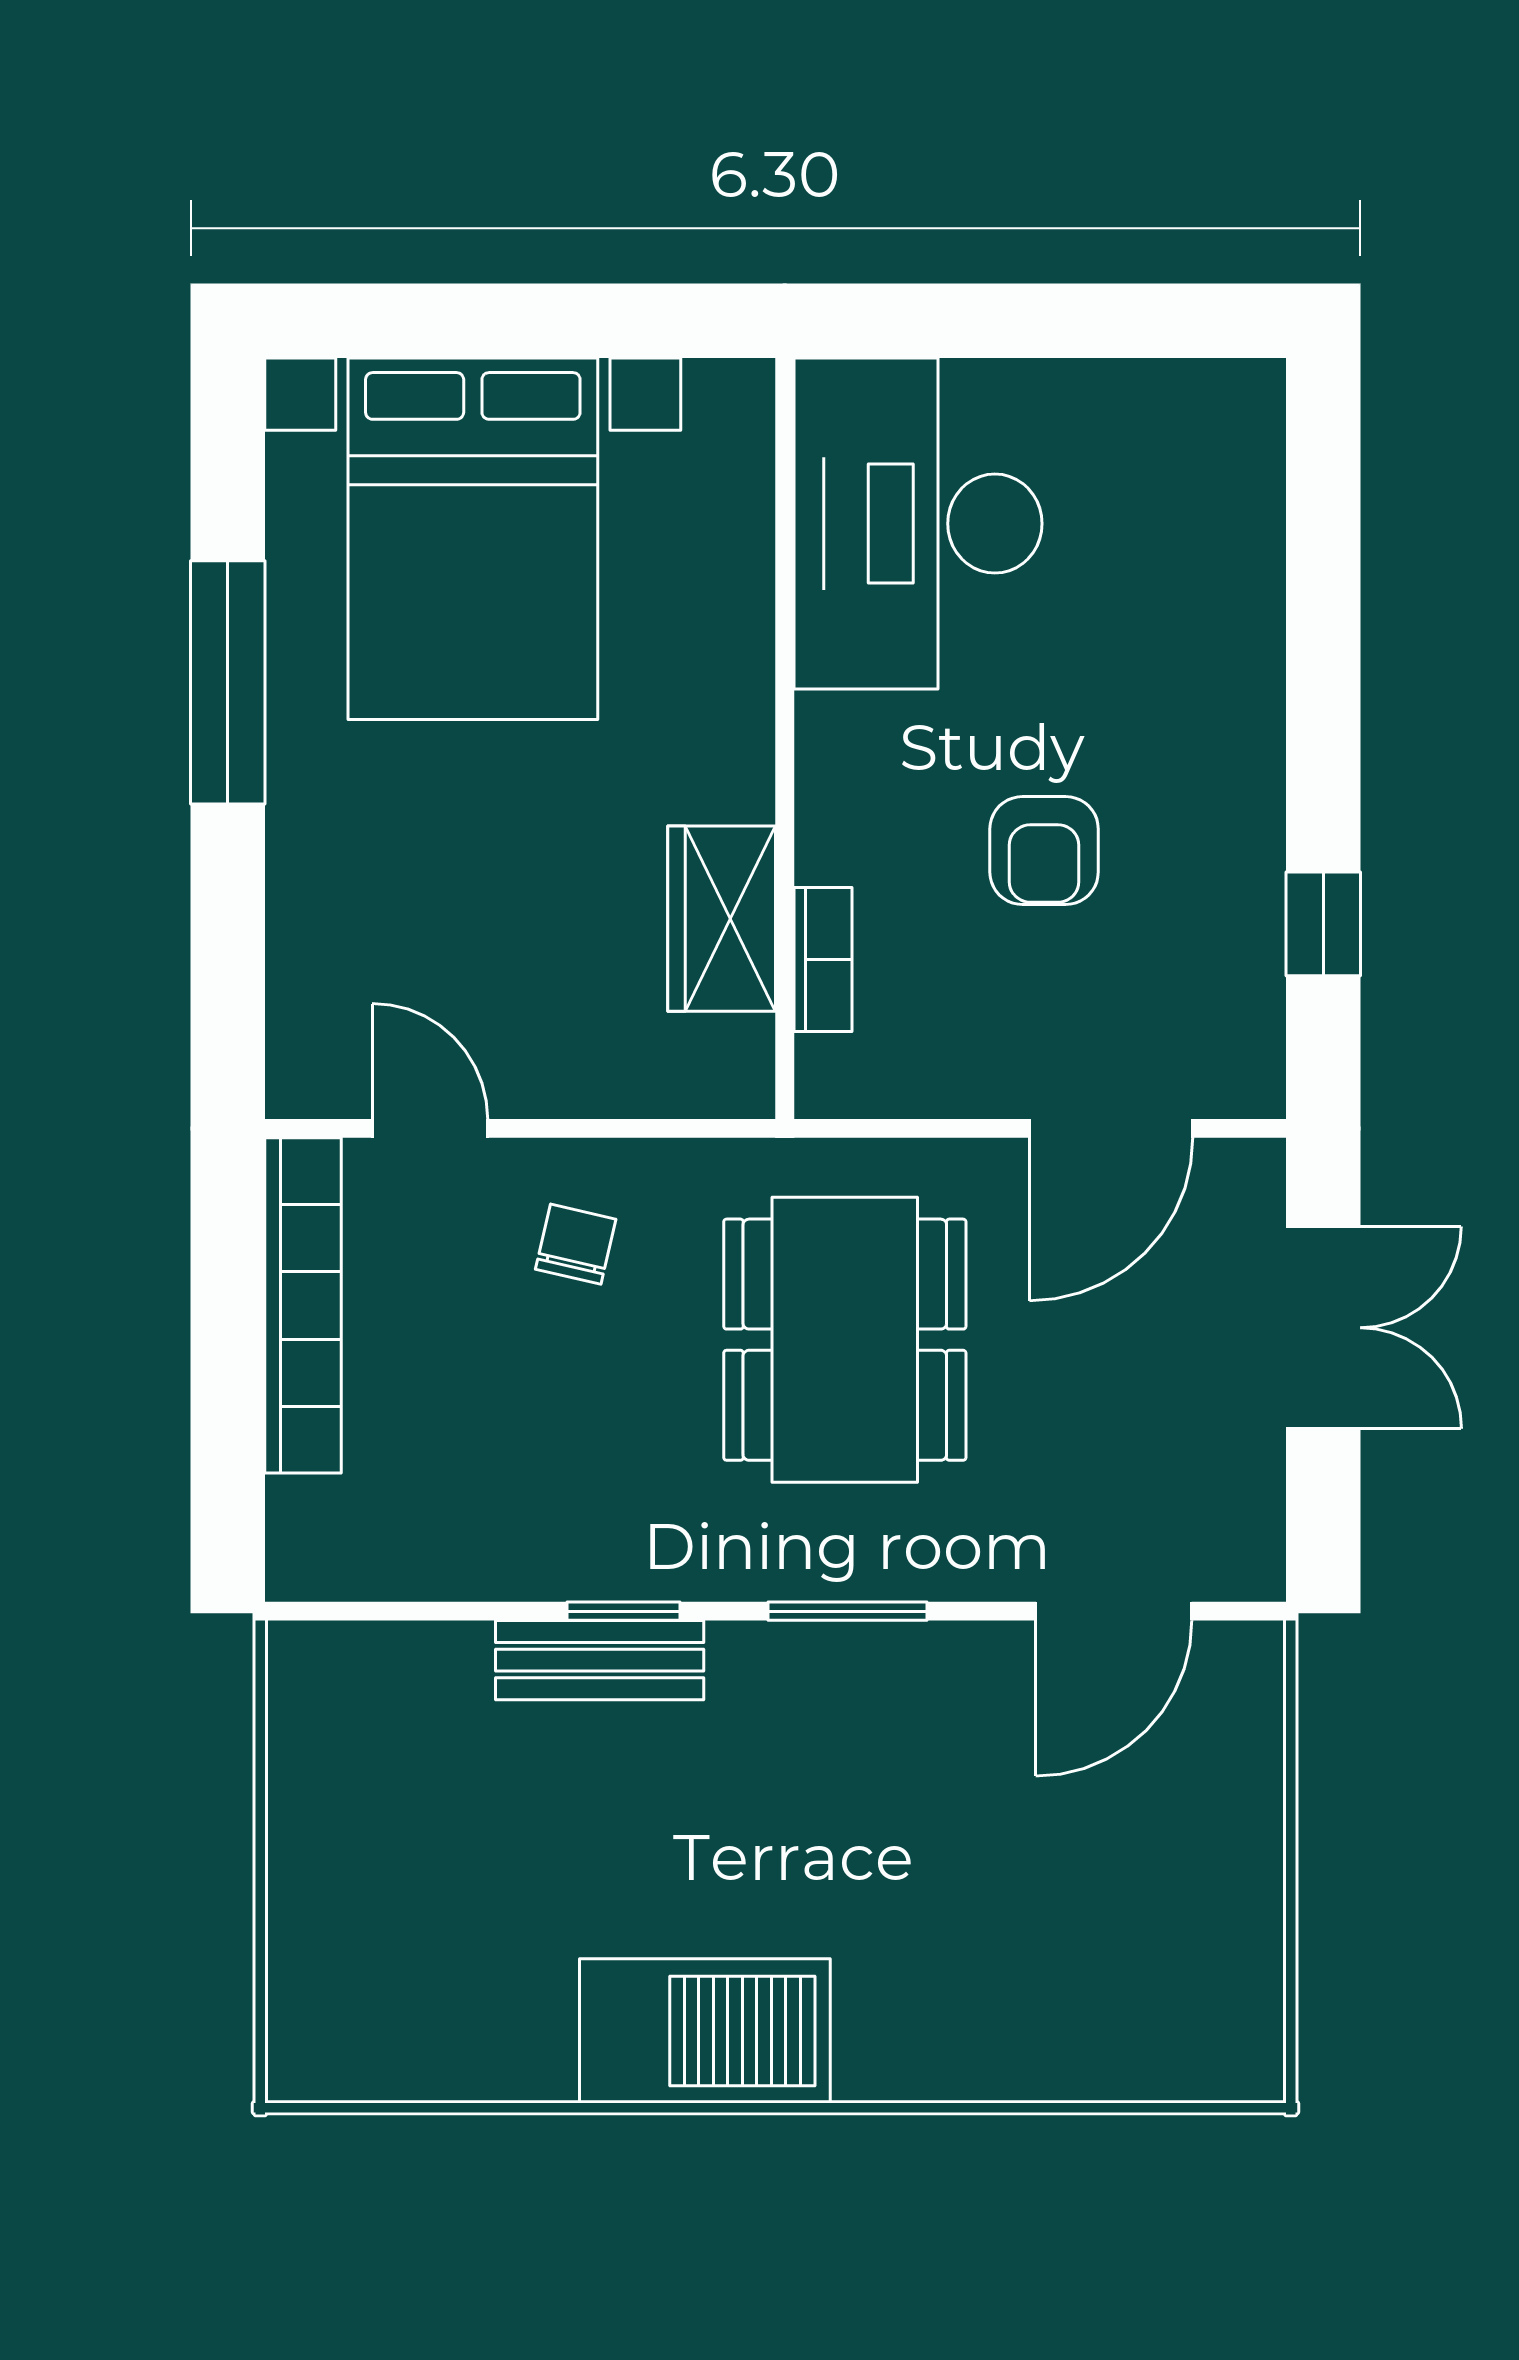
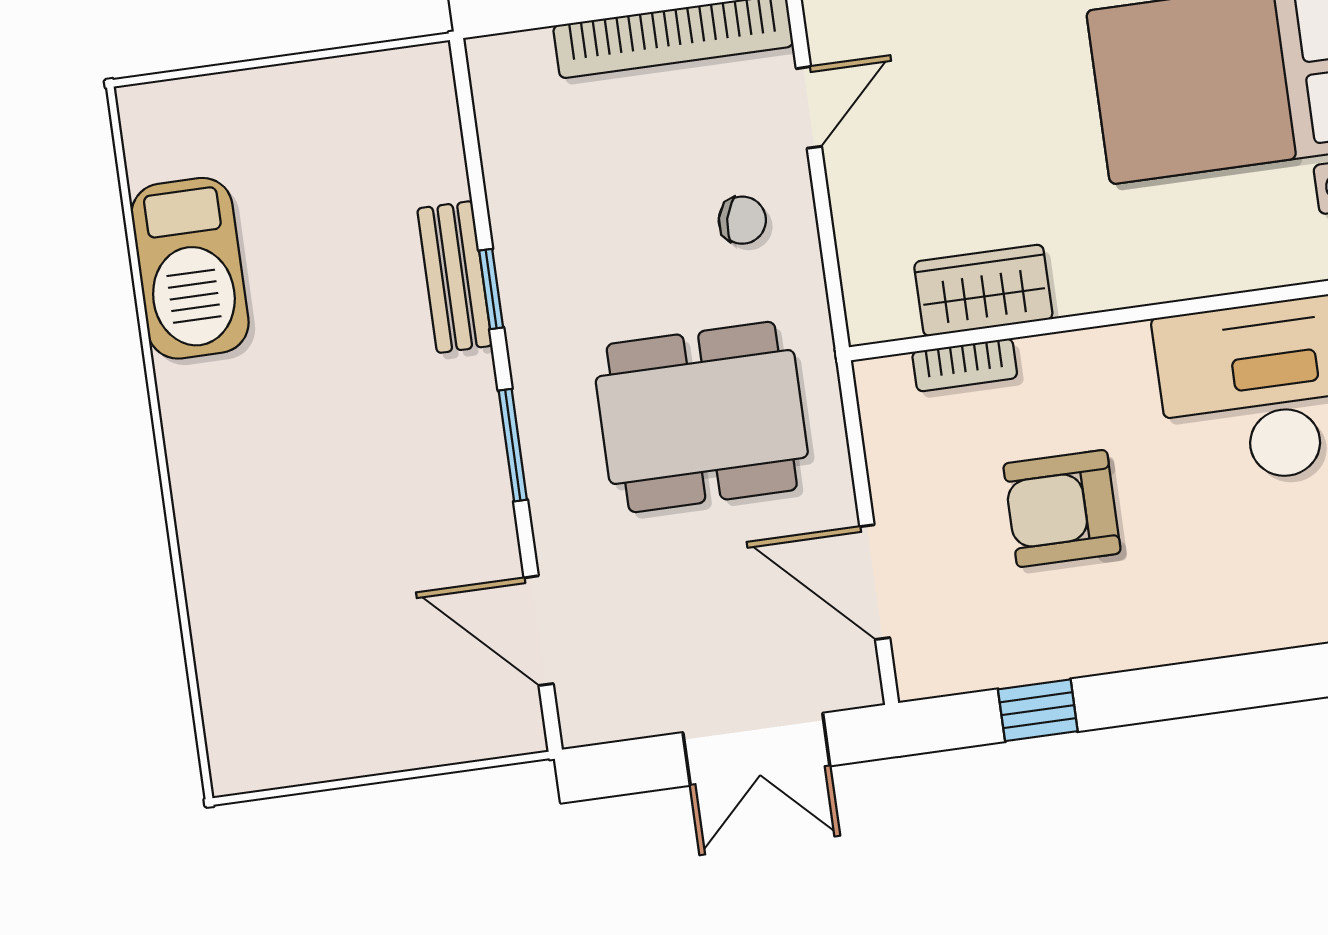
armchair: (1044, 851) -> (1062, 509), width x1.38, depth x1.38
barbecue: (705, 2031) -> (190, 268), moved

